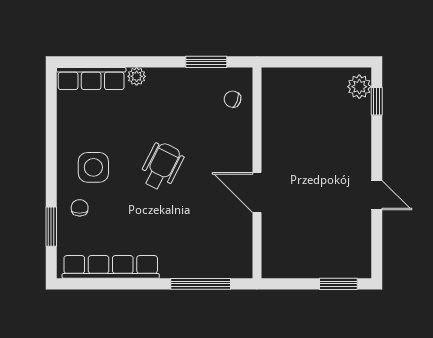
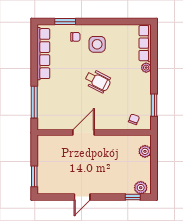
plant: (292, 79) -> (145, 151), added

